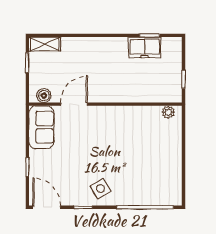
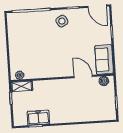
shelving: (45, 44) -> (22, 86), moved
door: (74, 104) -> (83, 77), swing flipped

